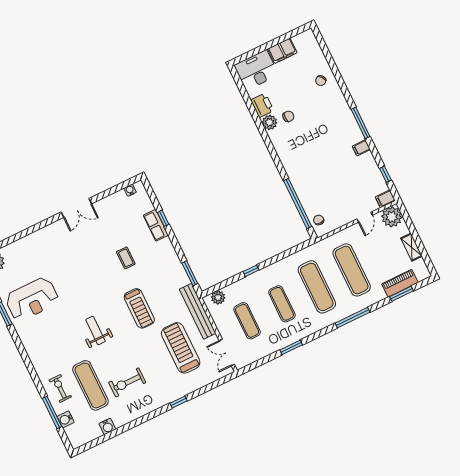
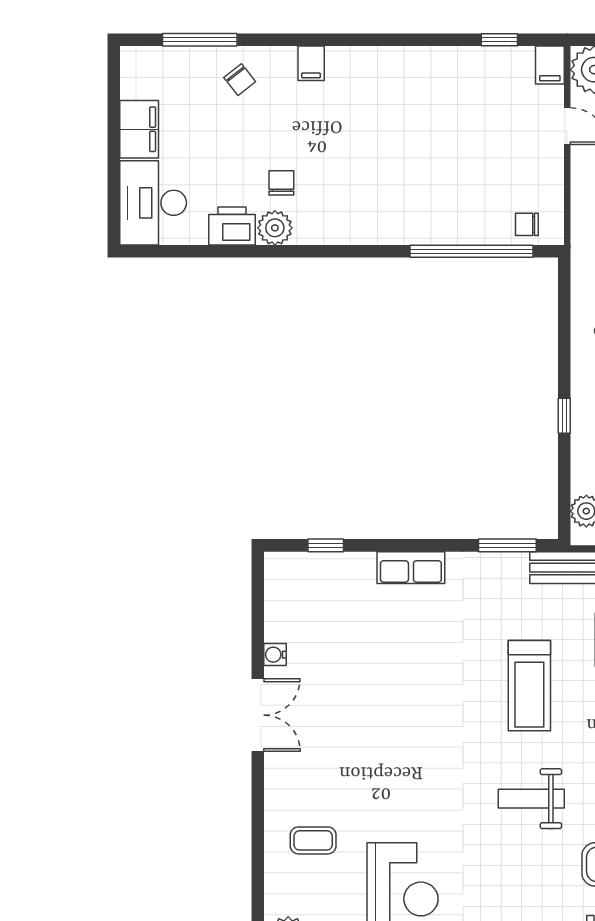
window: (360, 123) -> (200, 40), moved
filing cabinet: (361, 148) -> (311, 63), moved
water cooler: (130, 190) -> (275, 655), moved
window: (163, 218) -> (326, 545), moved
row of seats: (156, 225) -> (411, 568), moved
coffee table: (126, 258) -> (313, 840), moved
treadmill: (139, 308) -> (529, 686), turned 90

